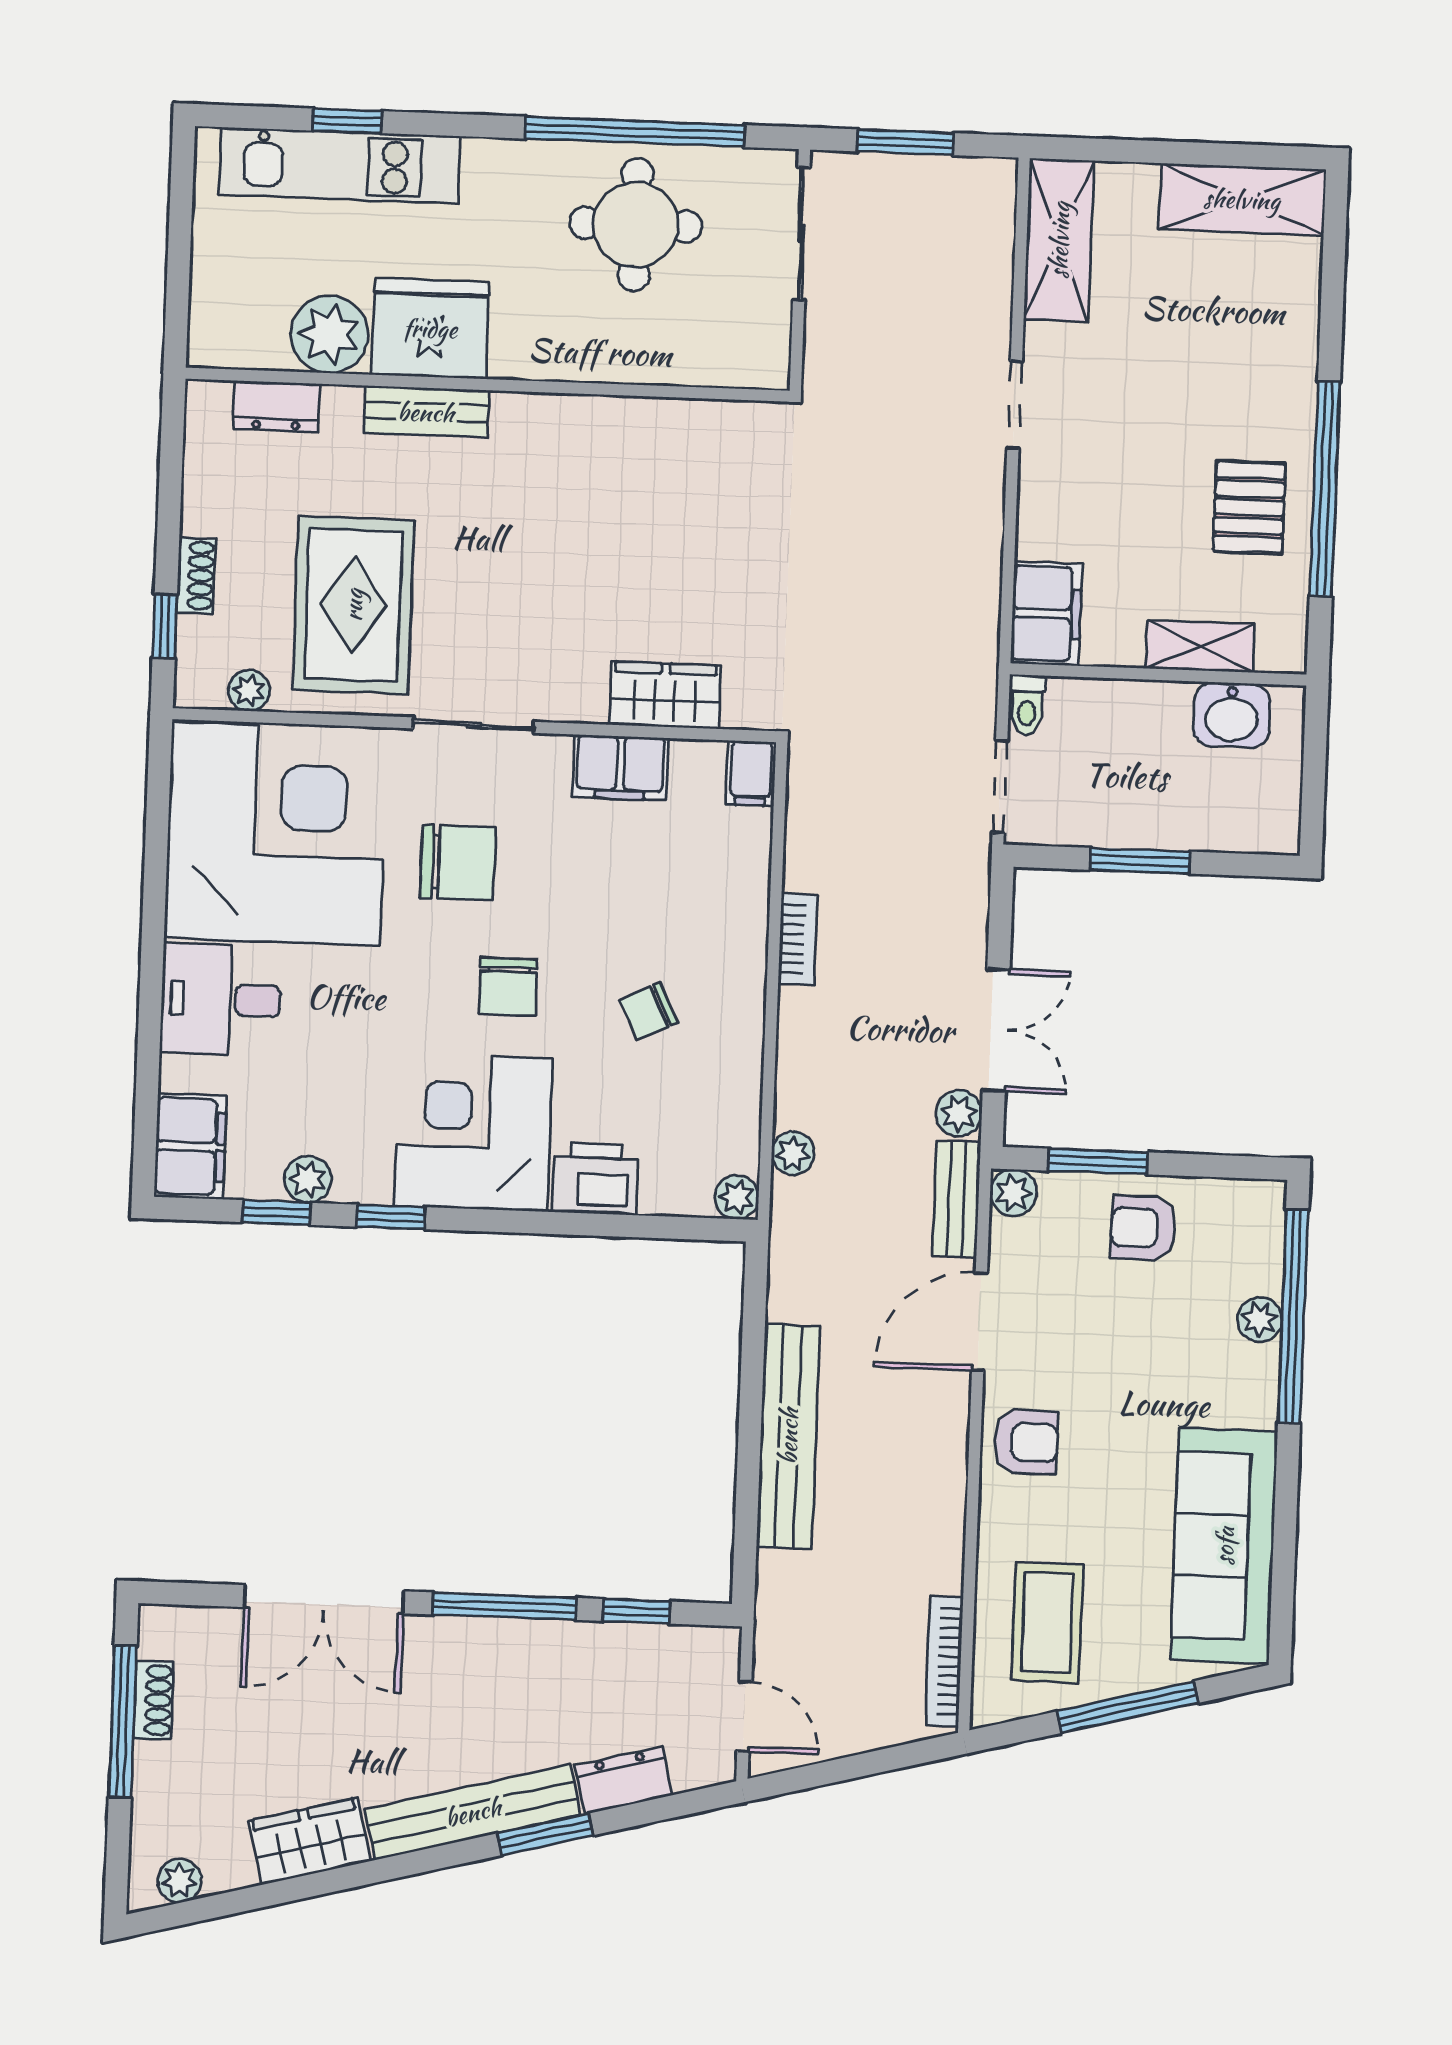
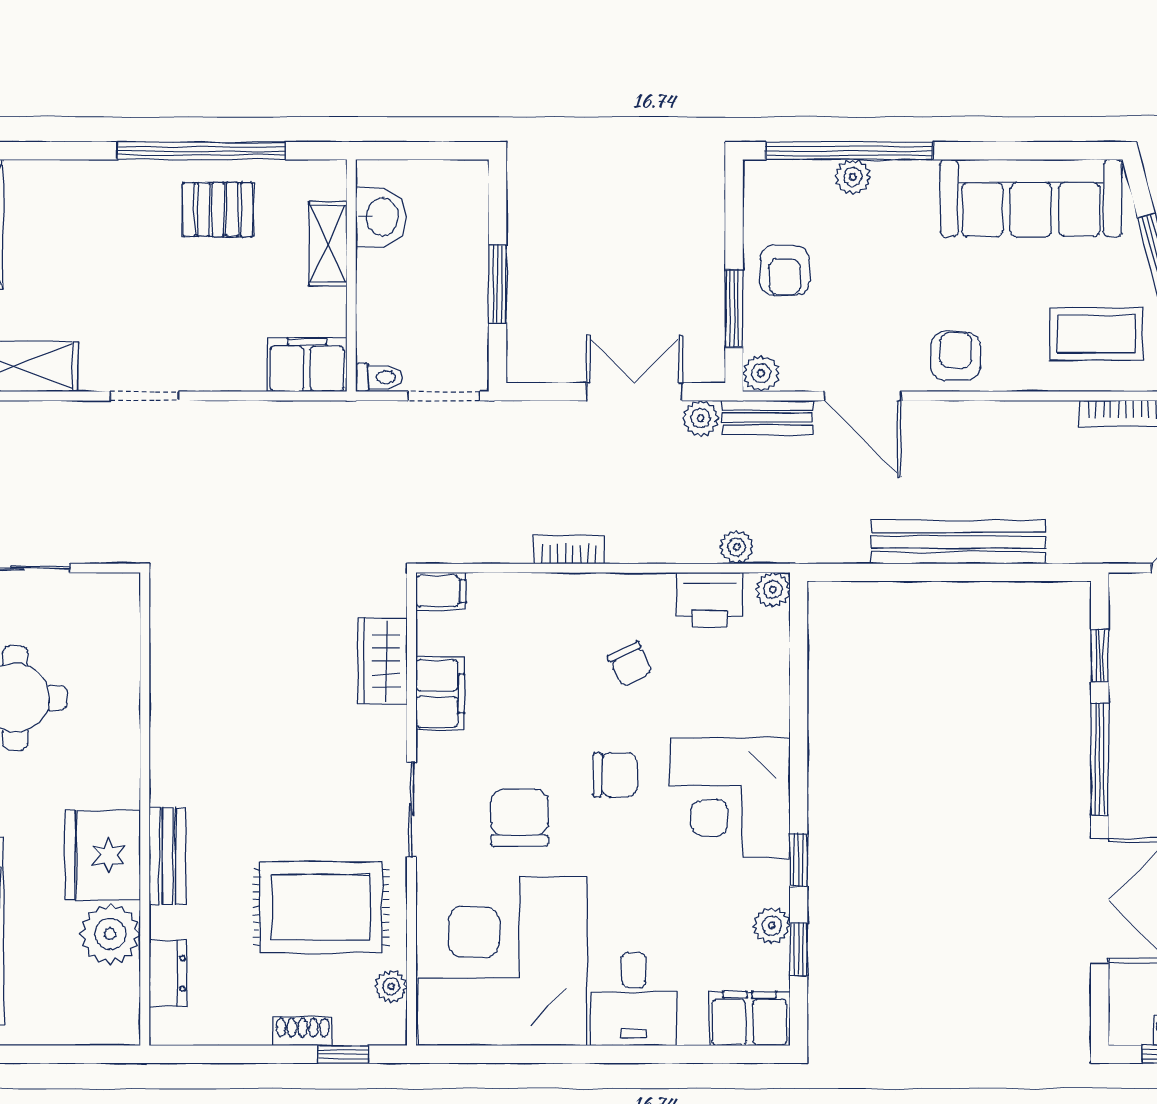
printer: (595, 1179) -> (710, 600), moved, turned -90

